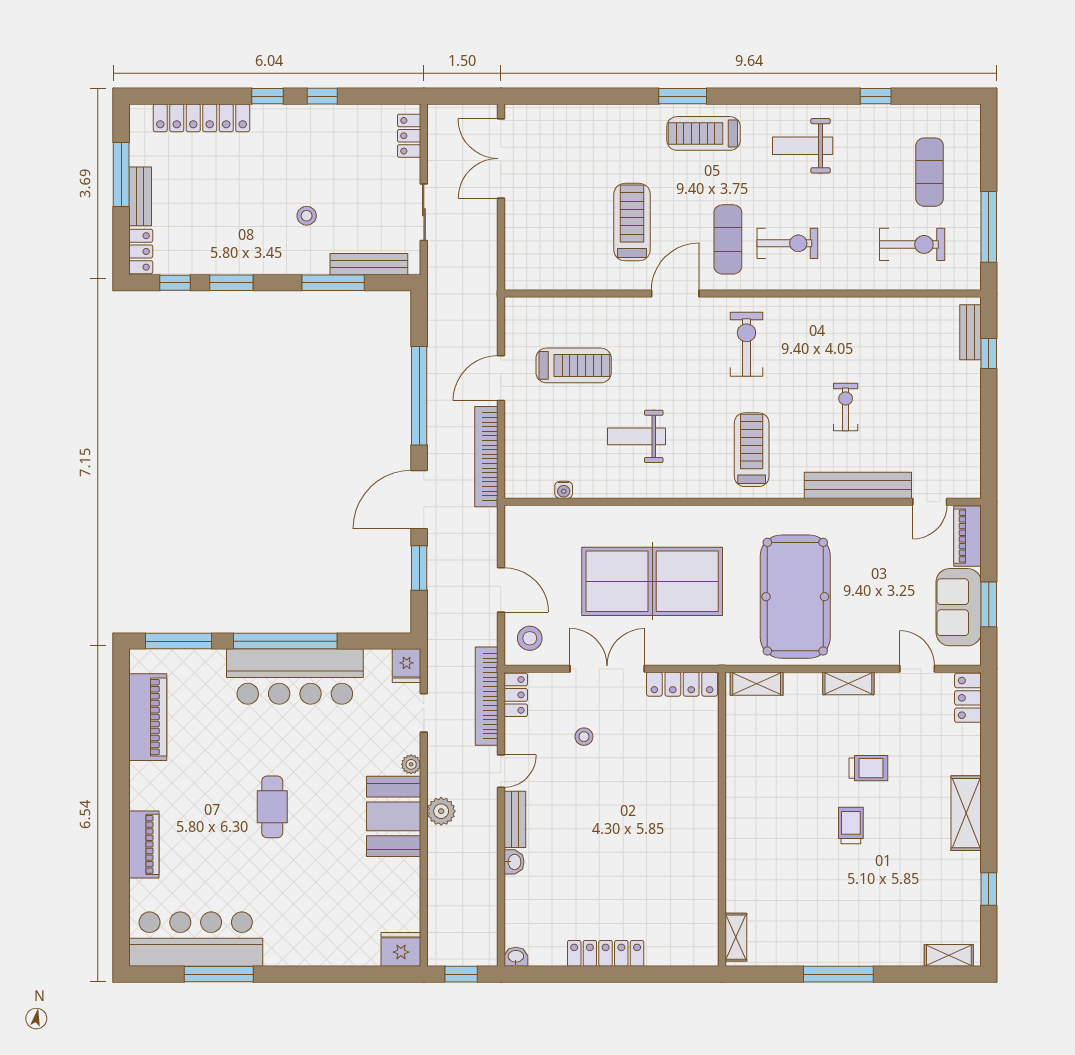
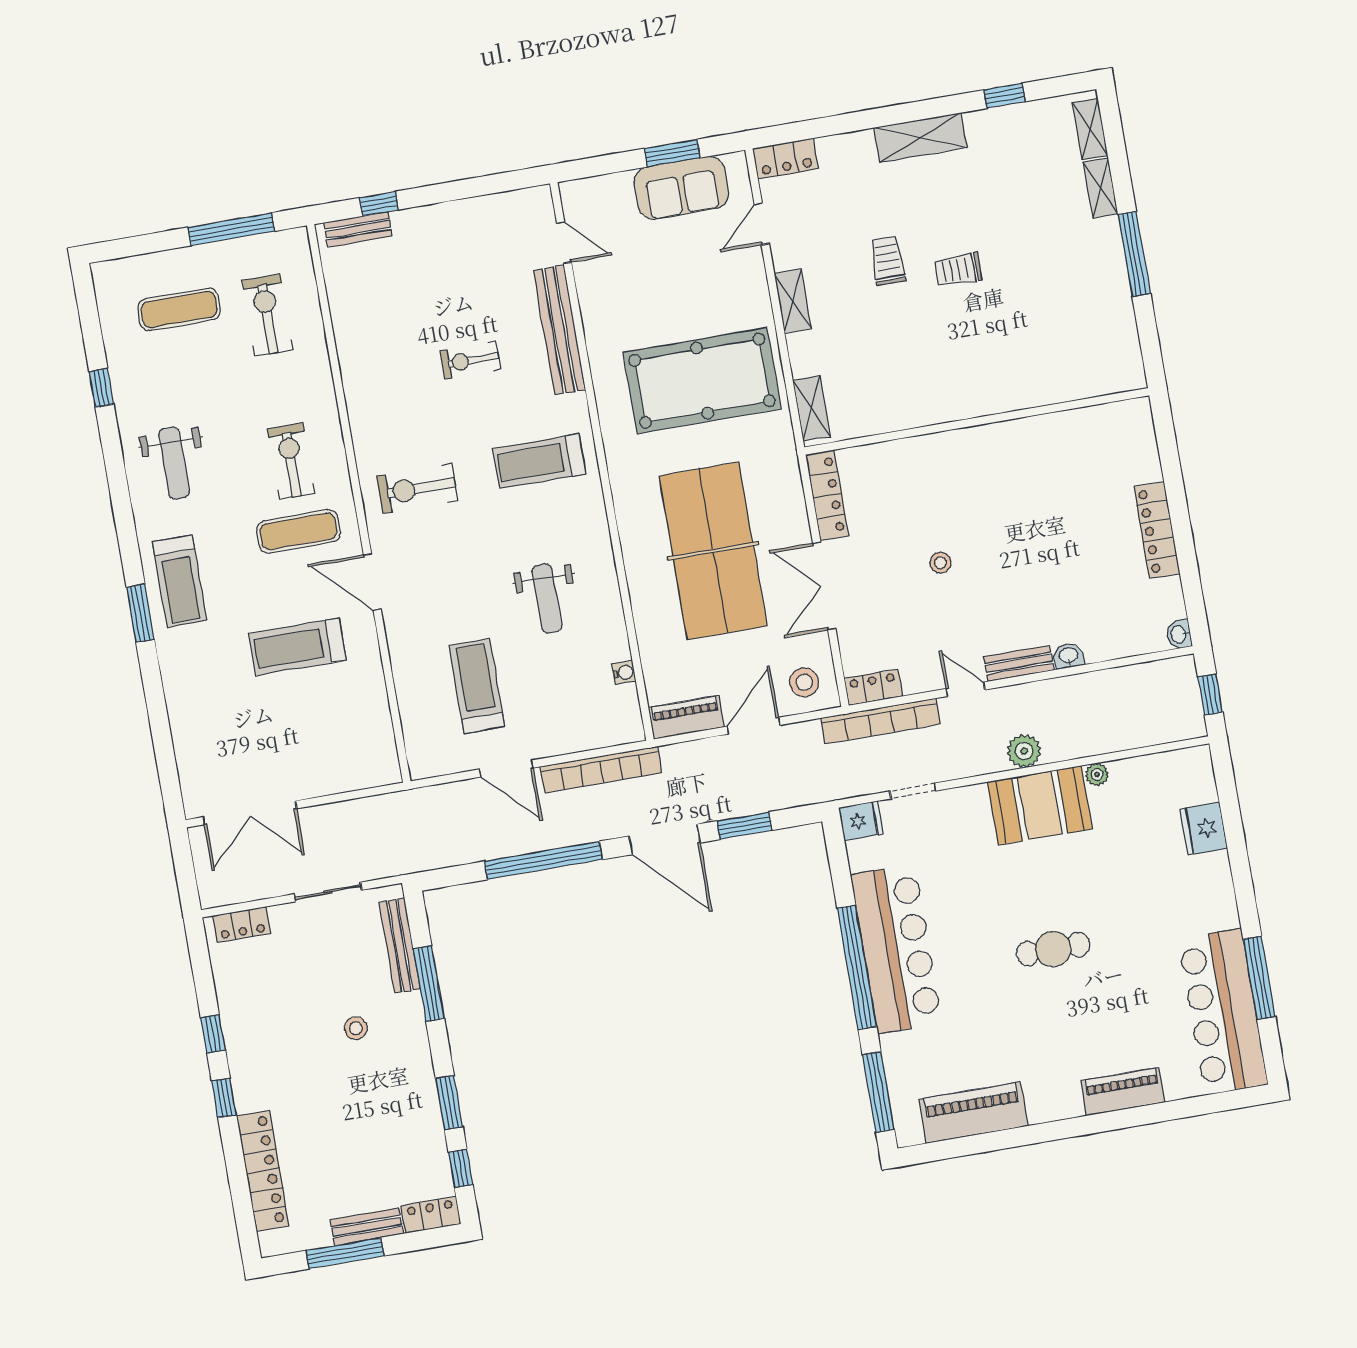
piano: (967, 536) -> (686, 717), moved, turned 180
stool: (584, 737) -> (940, 563), moved
plant: (411, 764) -> (1097, 774), moved
shelving: (736, 937) -> (1101, 188), moved, turned 90
fridge: (401, 949) -> (1204, 829), moved

